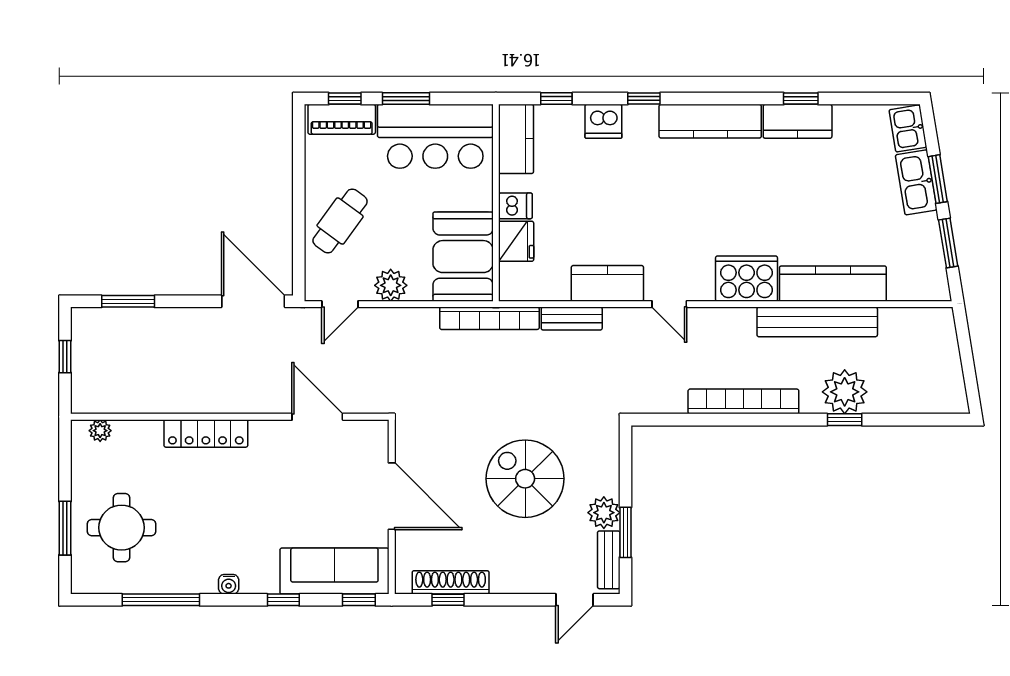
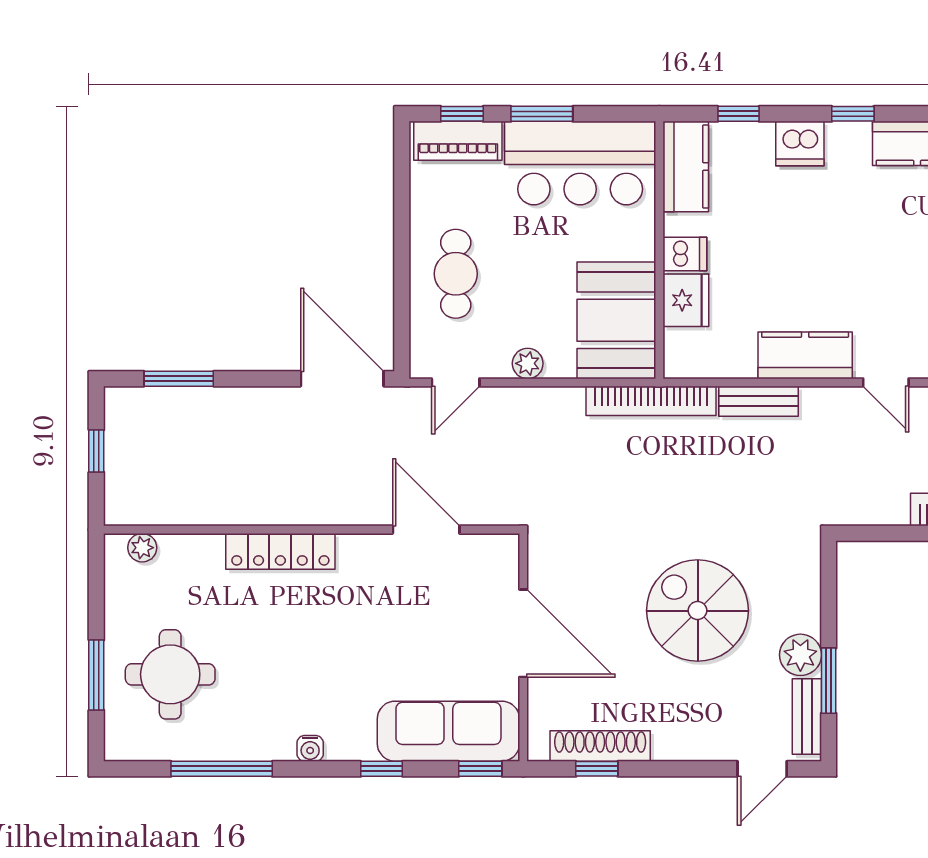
cafe table: (340, 221) -> (456, 274), turned -36
plant: (391, 285) -> (528, 363), width x0.73, depth x0.73

